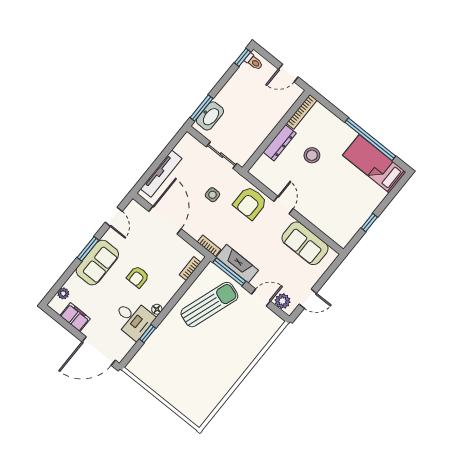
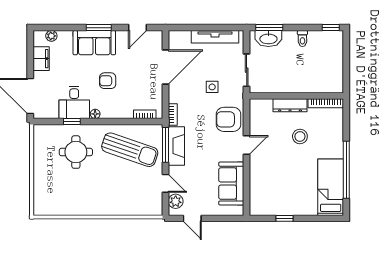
toilet: (254, 62) -> (302, 39), moved
door: (288, 73) -> (346, 71), removed
tv unit: (161, 174) -> (215, 37), moved
round table: (175, 351) -> (76, 152), added

